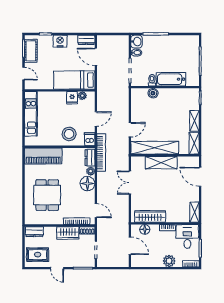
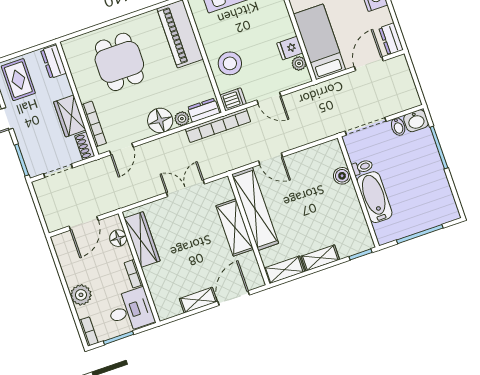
dining table: (47, 195) -> (119, 62), turned 90
shelving: (195, 212) -> (198, 300), moved

